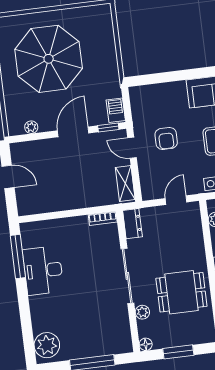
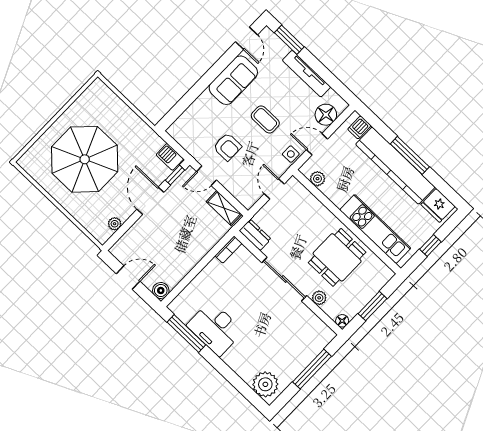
boiler: (25, 207) -> (161, 290), added

